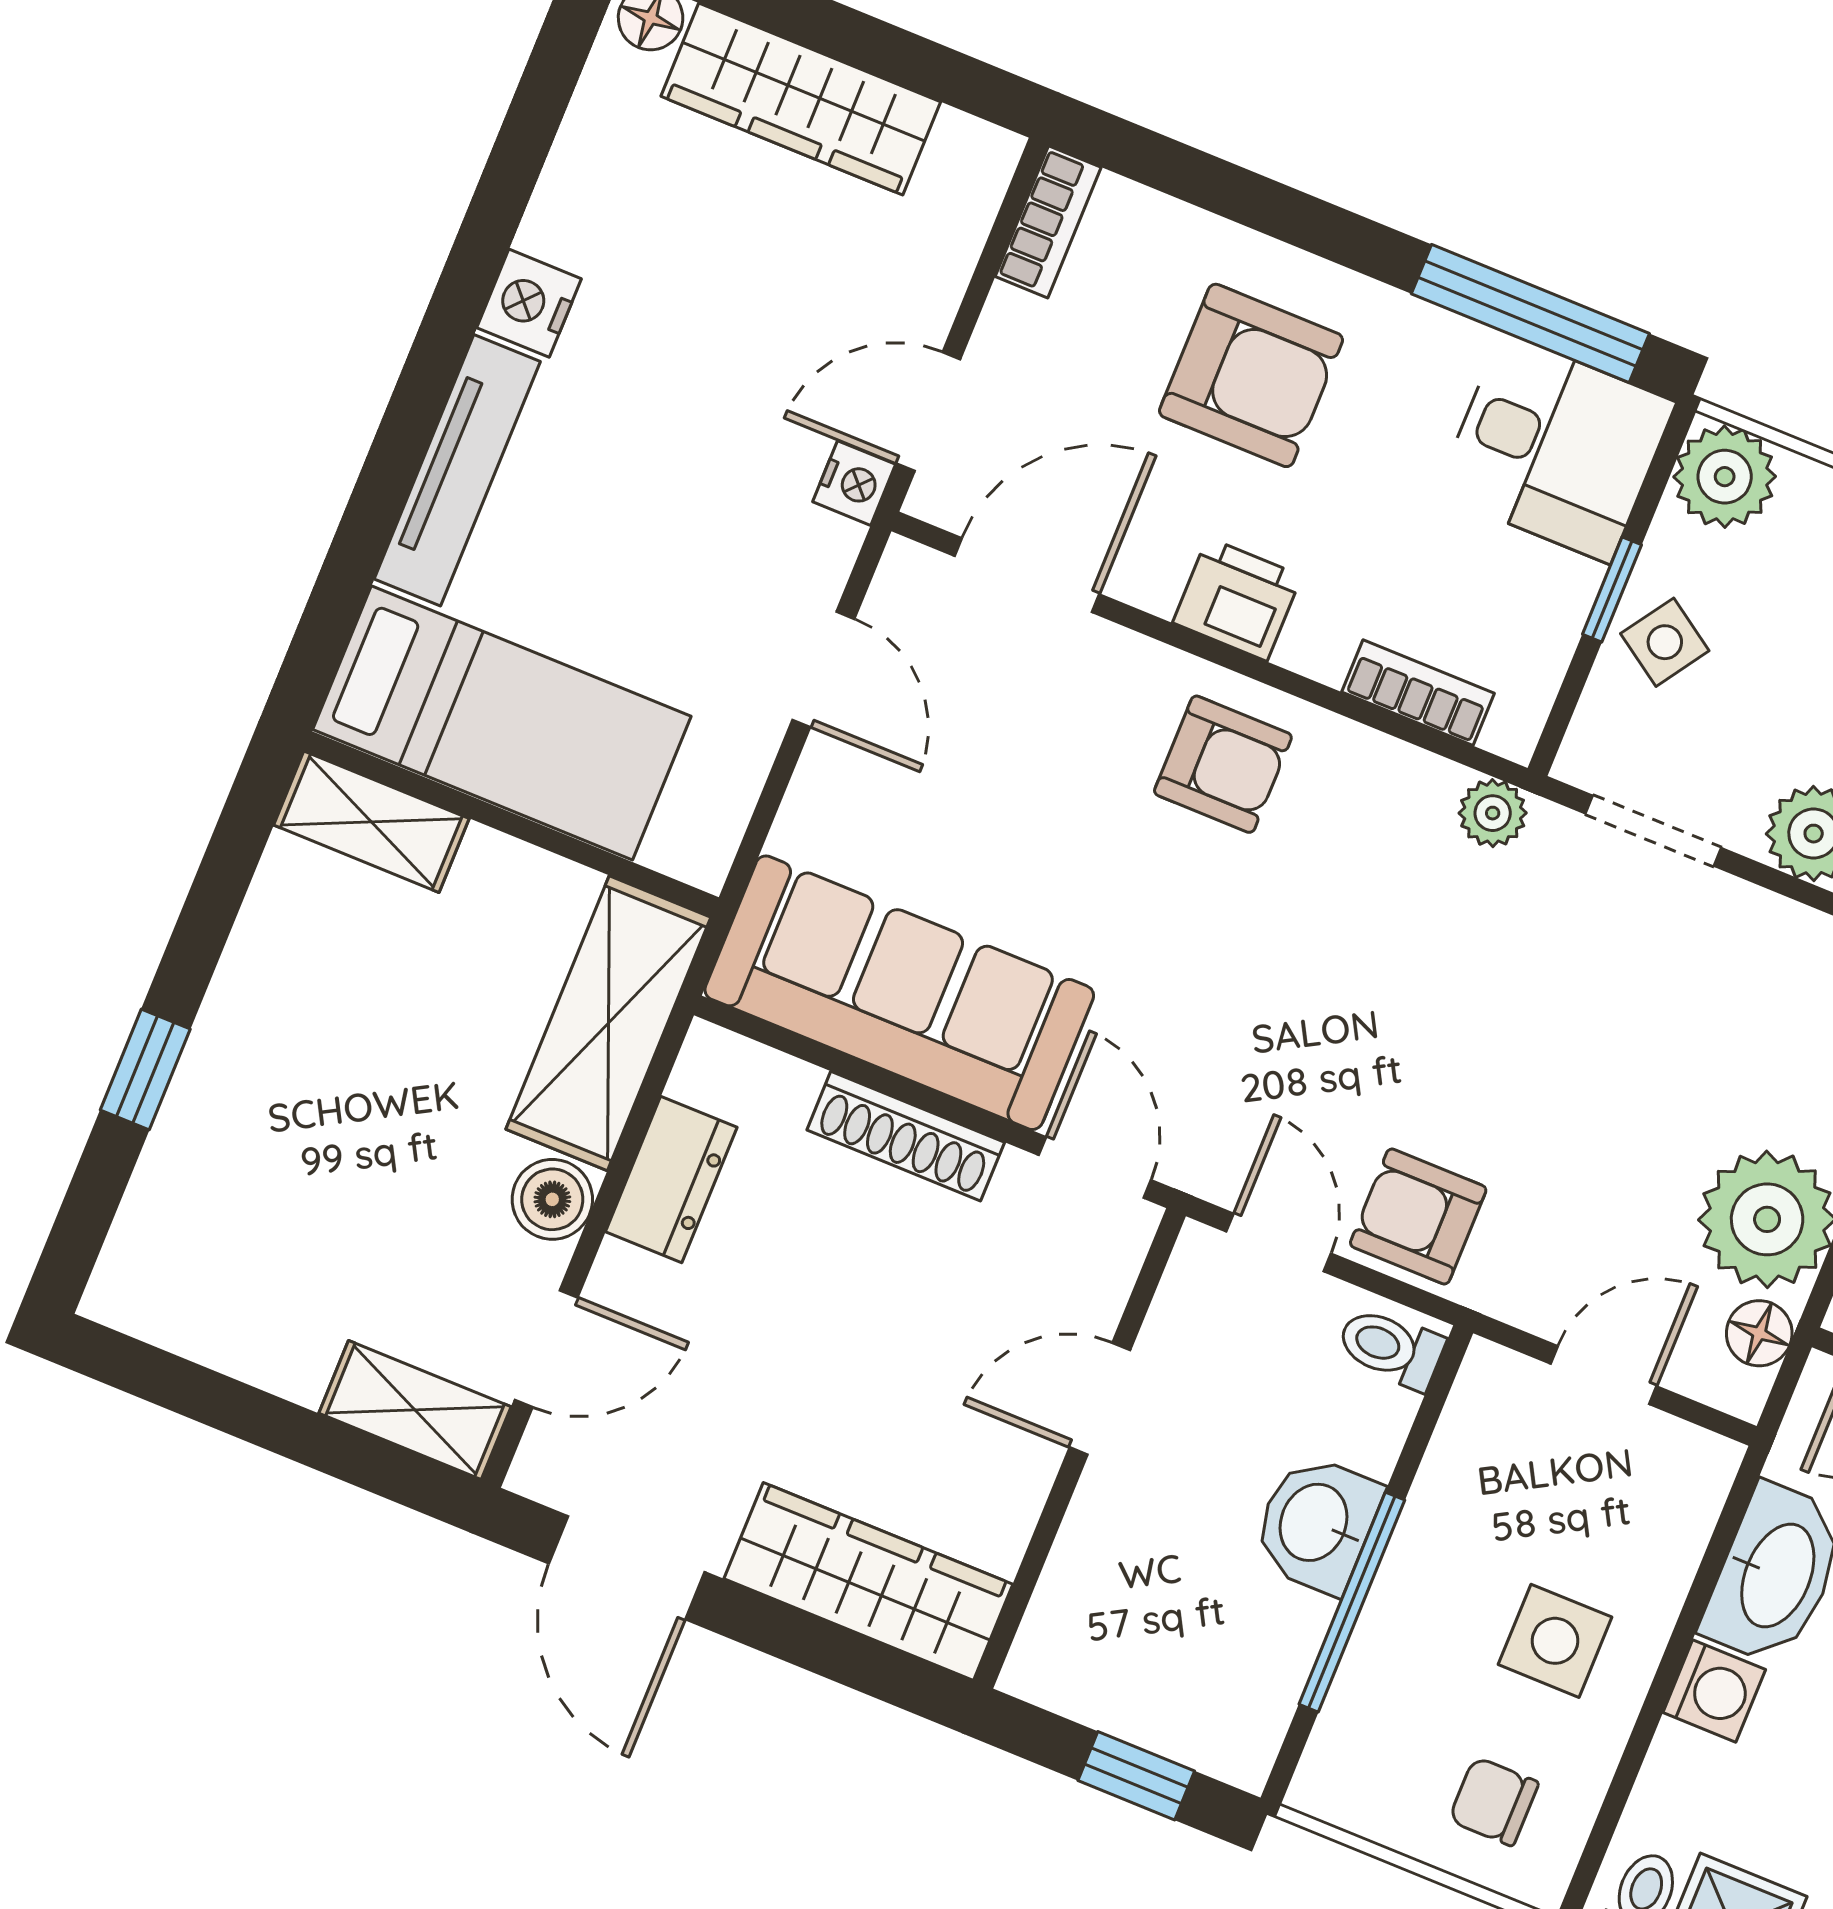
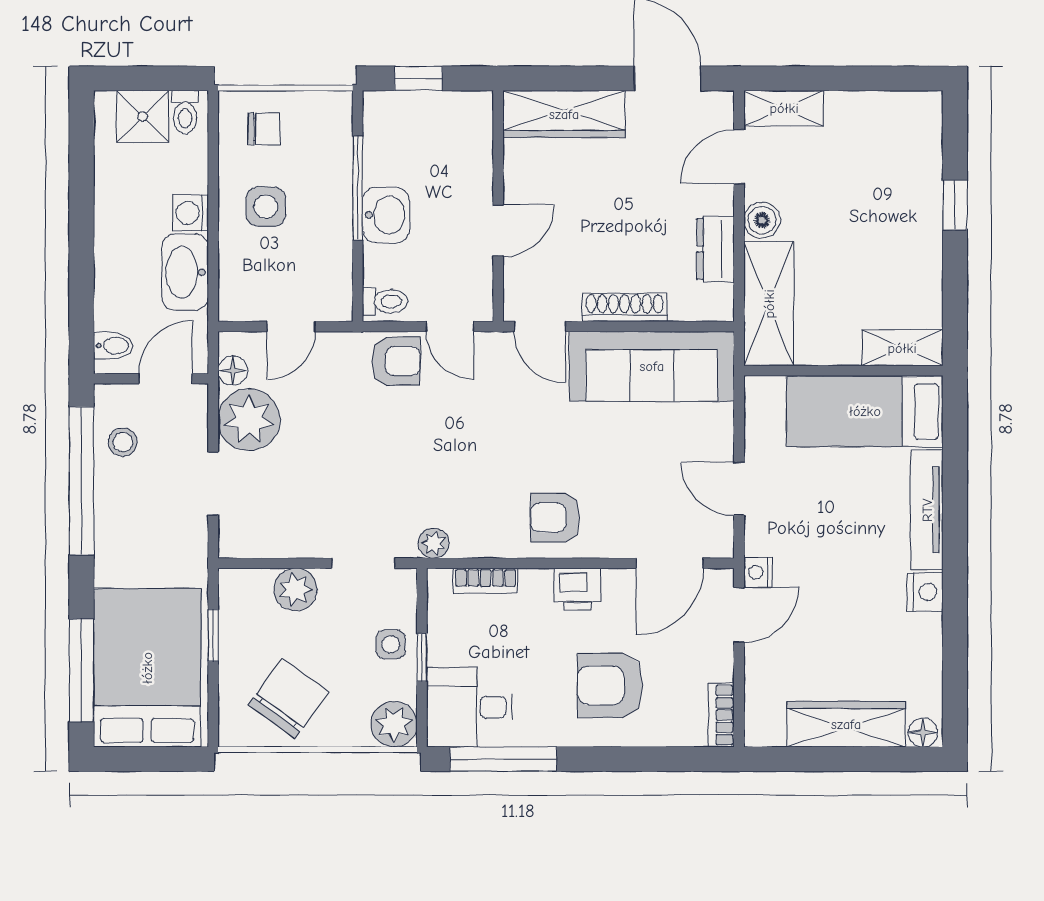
side table: (1665, 642) -> (391, 644), turned -34

